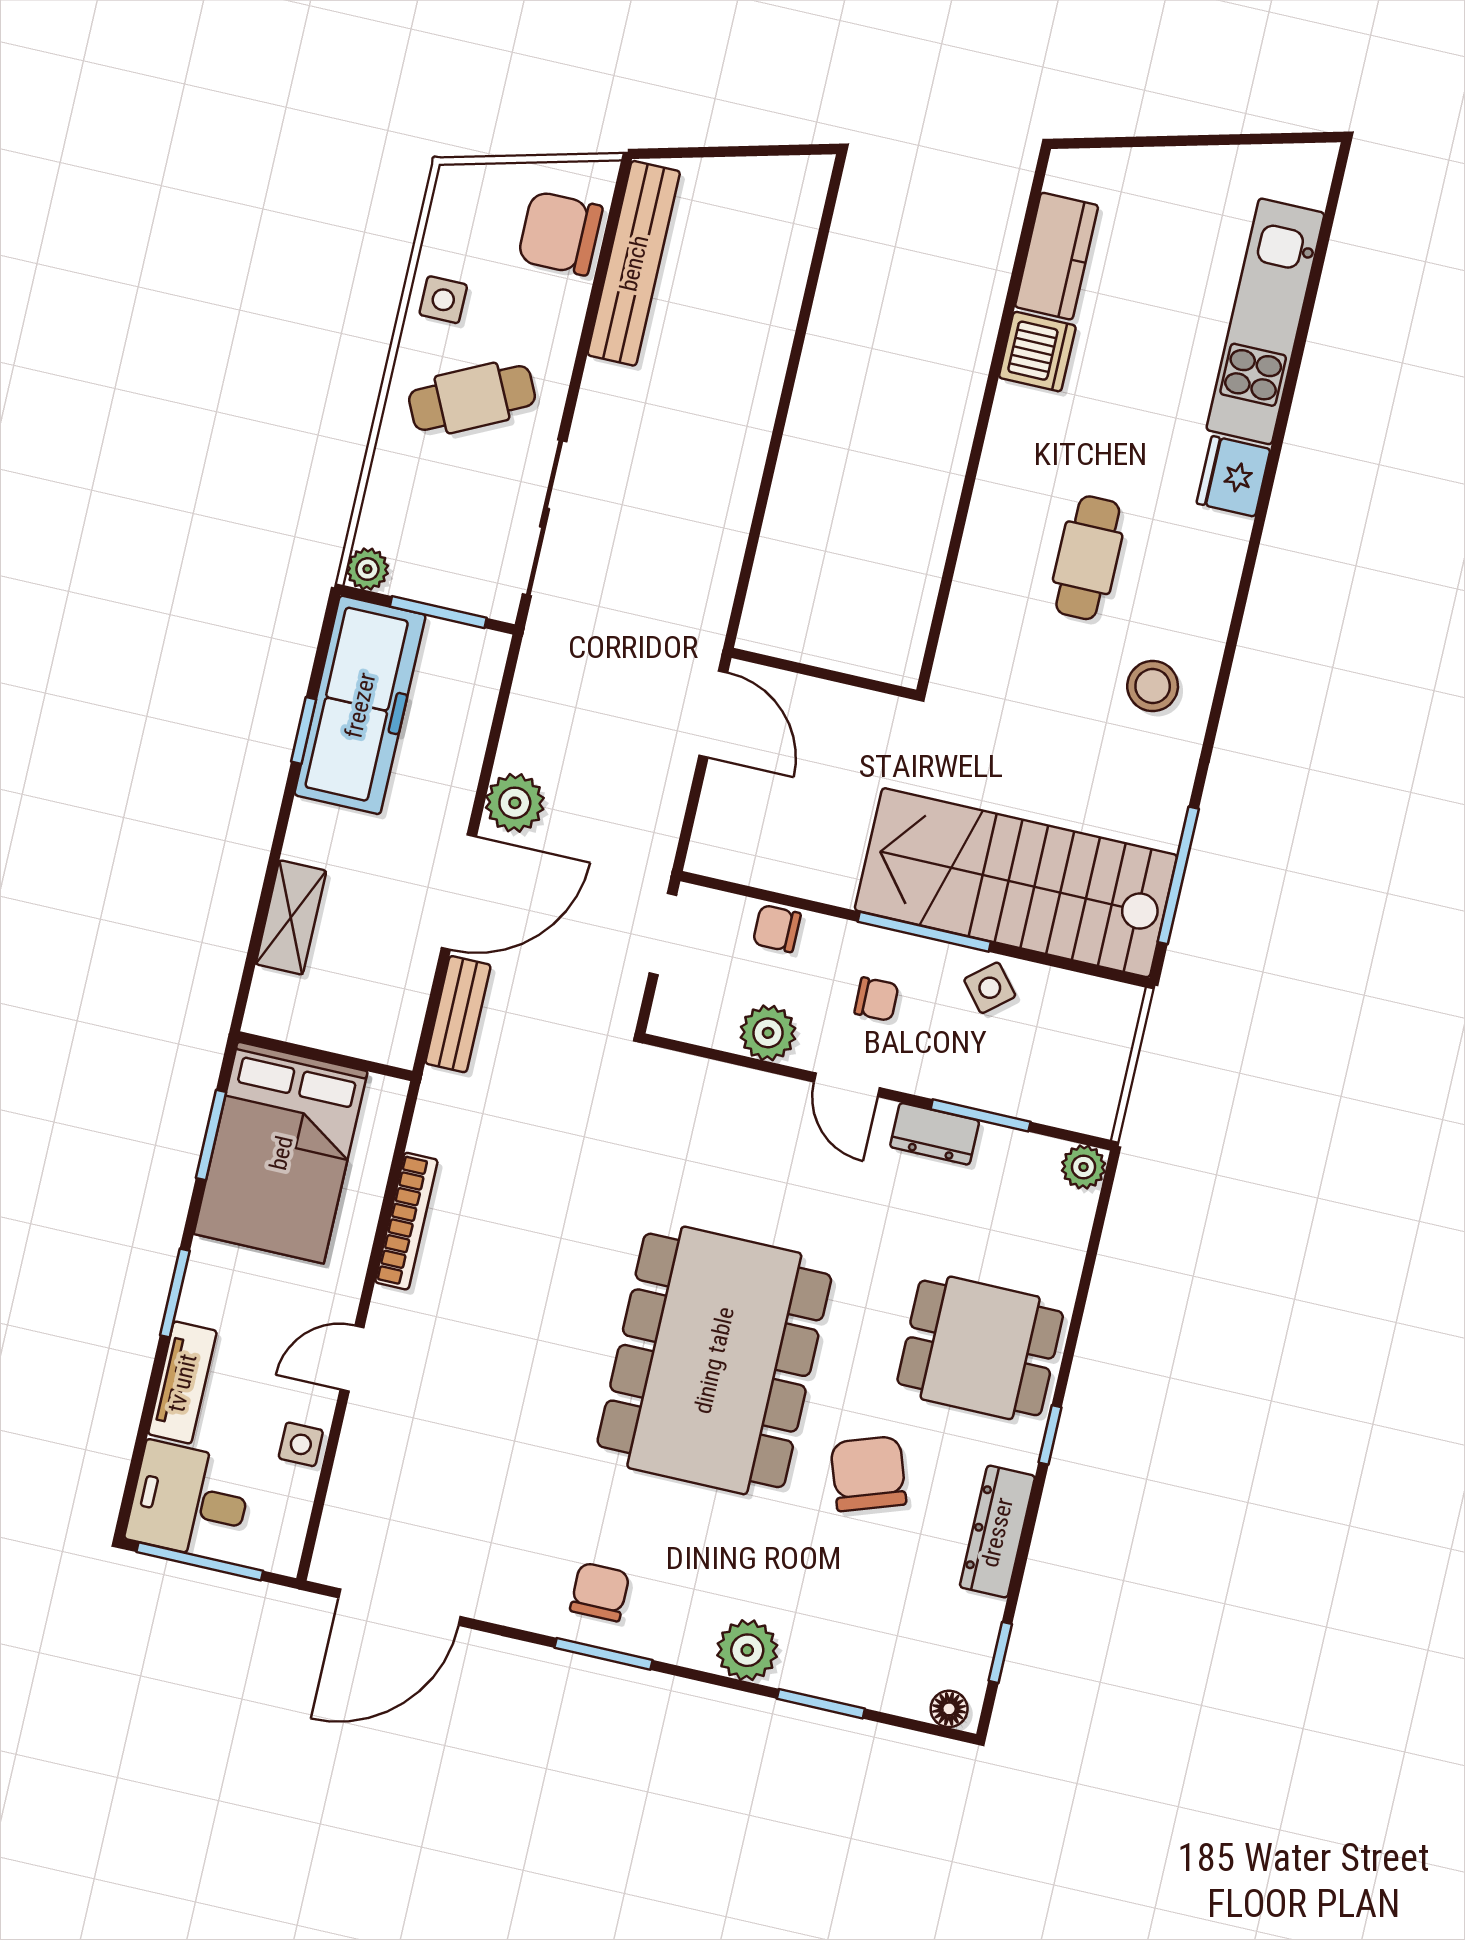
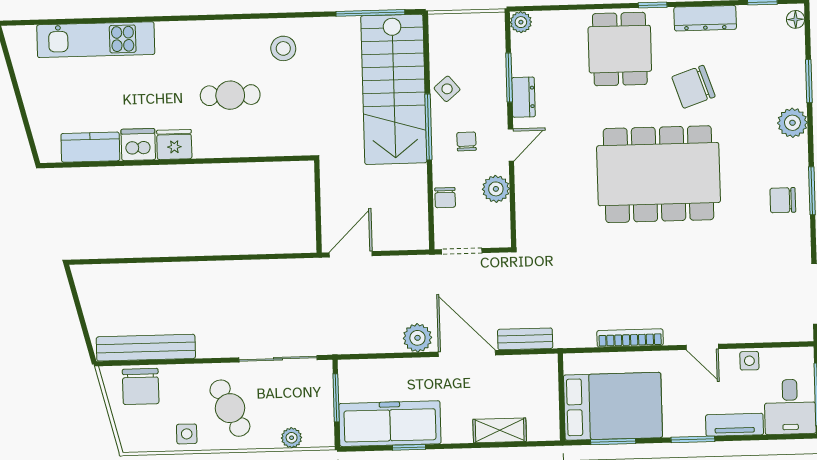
fridge: (1233, 476) -> (174, 144), moved, turned 180
plant: (367, 569) -> (292, 438), moved

